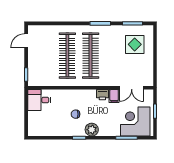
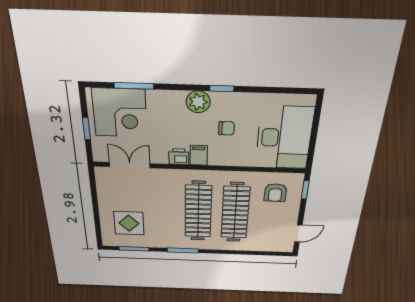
armchair: (44, 72) -> (275, 193), added
filing cabinet: (114, 96) -> (199, 155), moved
desk: (39, 100) -> (284, 138), width x1.87, depth x1.30

